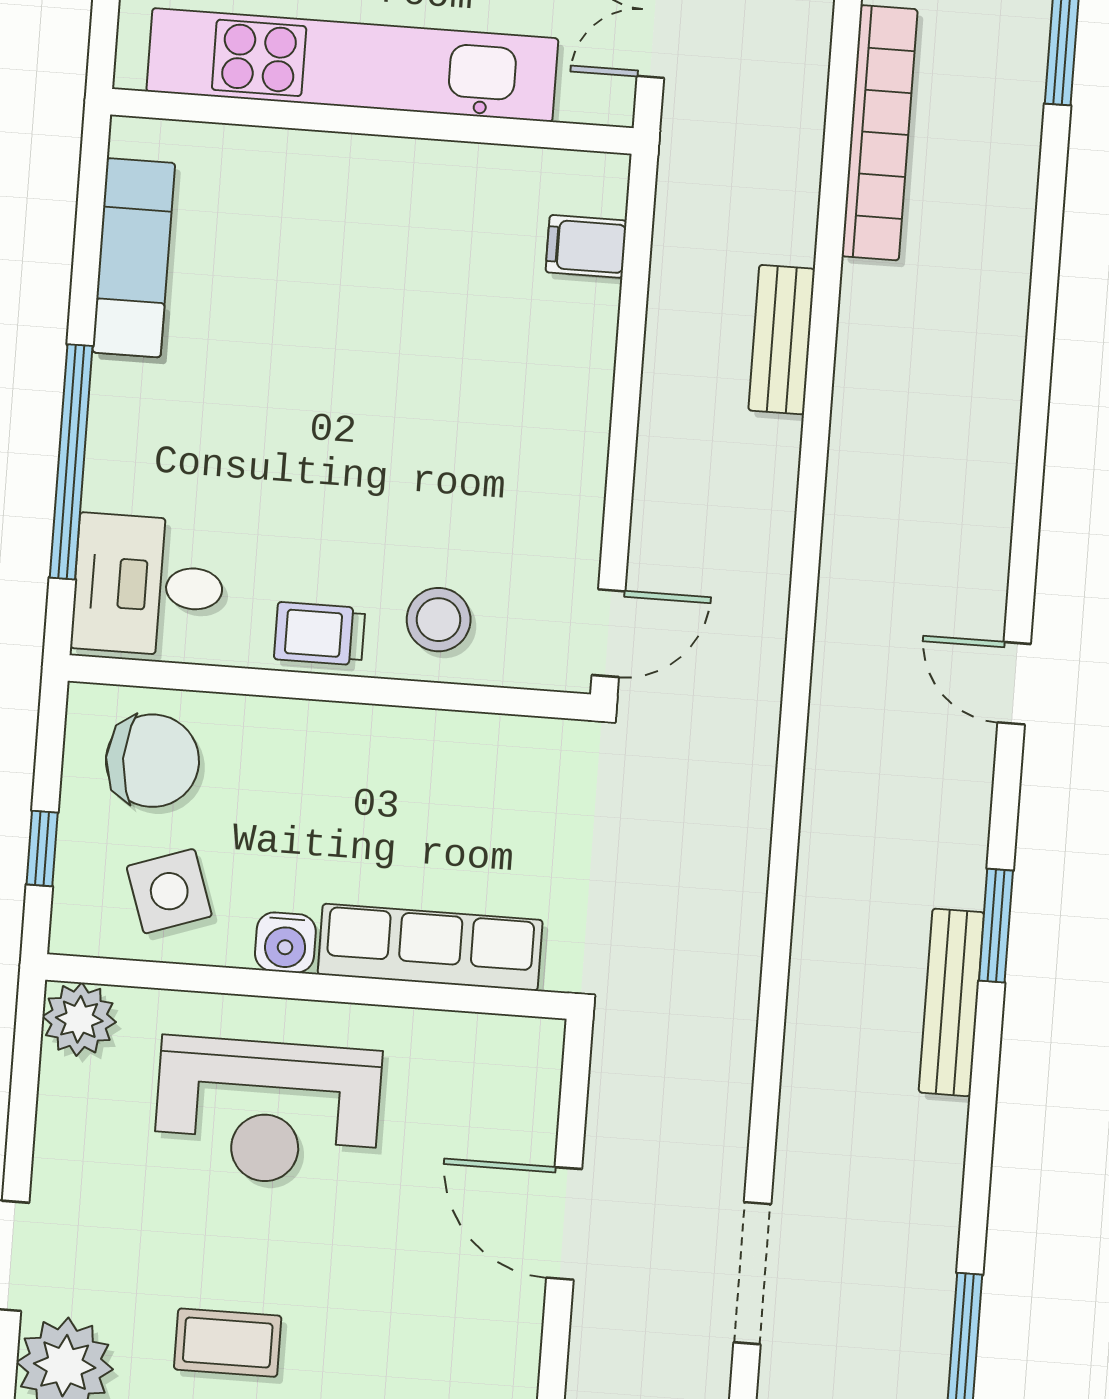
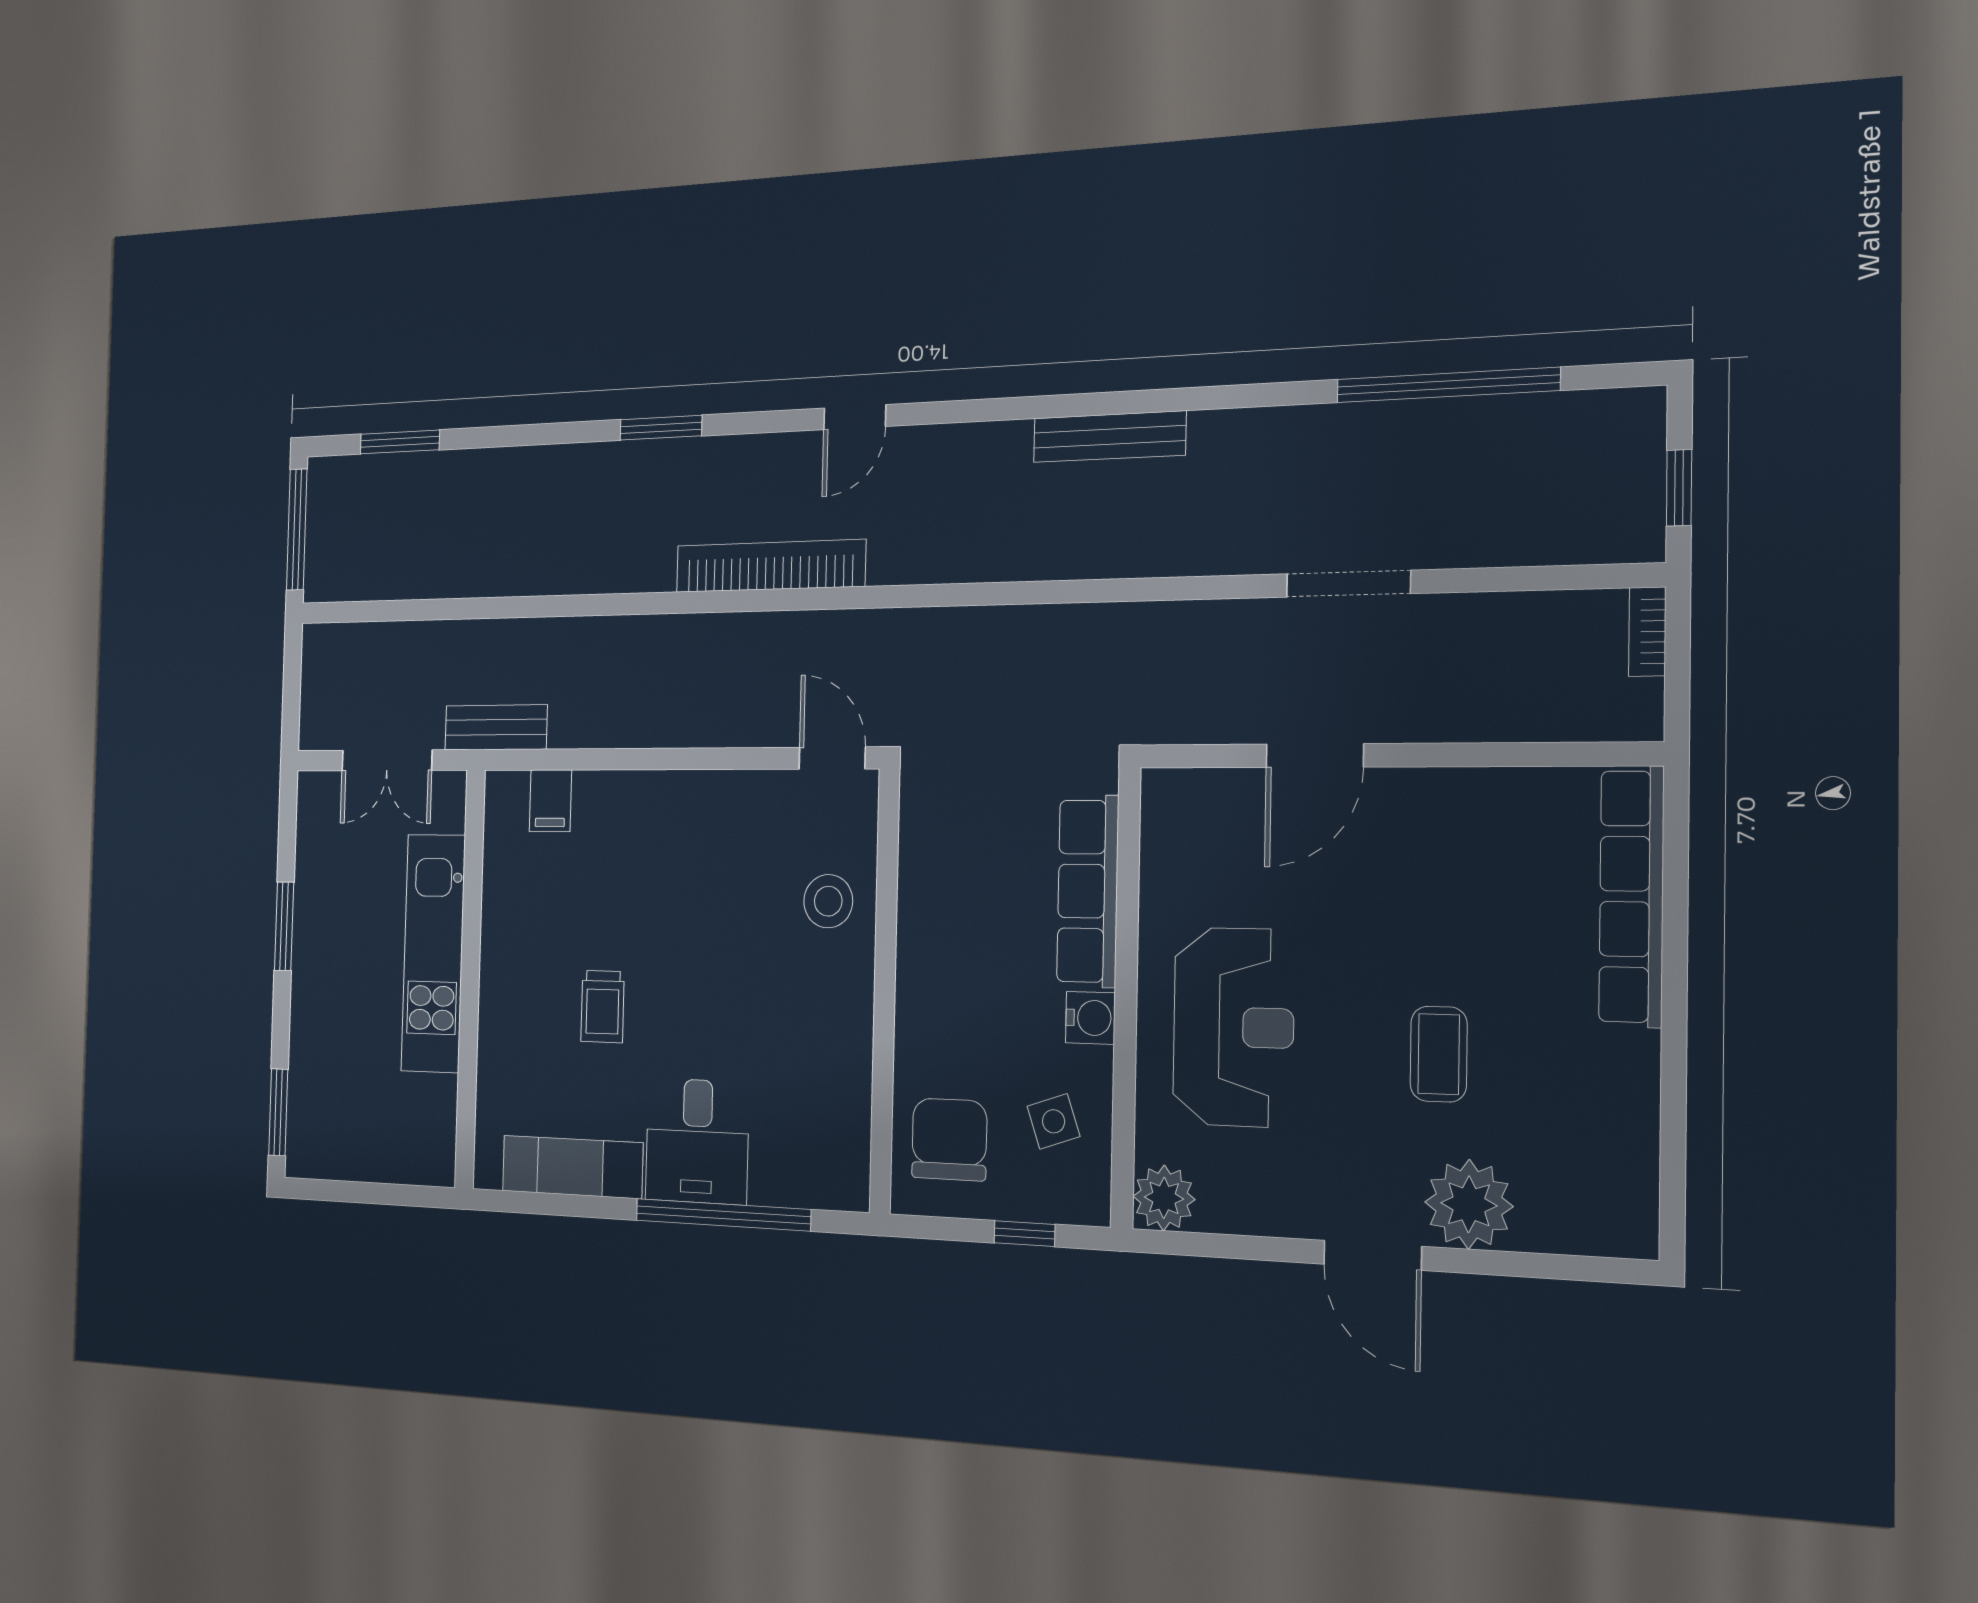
kitchen unit: (352, 65) -> (433, 953), width x0.73
bookcase: (880, 133) -> (770, 566), moved
bench: (782, 340) -> (496, 727), moved
desk: (149, 585) -> (697, 1141), moved
trolley: (320, 634) -> (603, 1007), moved
side table: (169, 891) -> (1054, 1121), width x0.73, depth x0.73
window: (996, 926) -> (661, 428), moved

